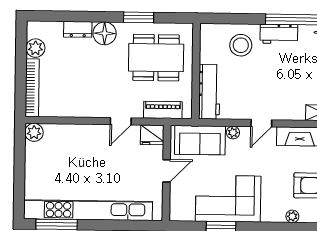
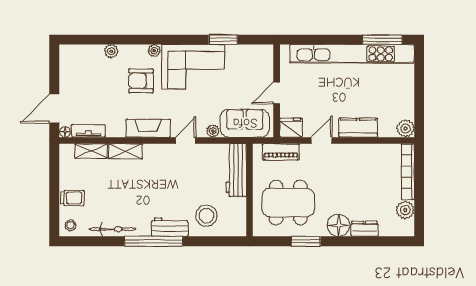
kitchen counter: (83, 134) -> (358, 128), added
corner sofa: (228, 199) -> (193, 67), moved

